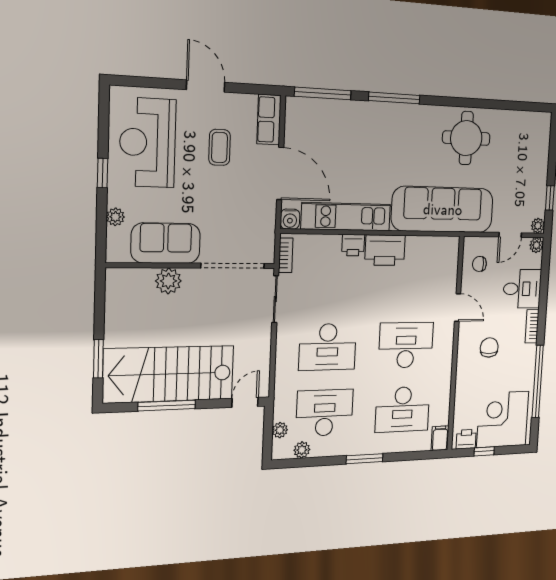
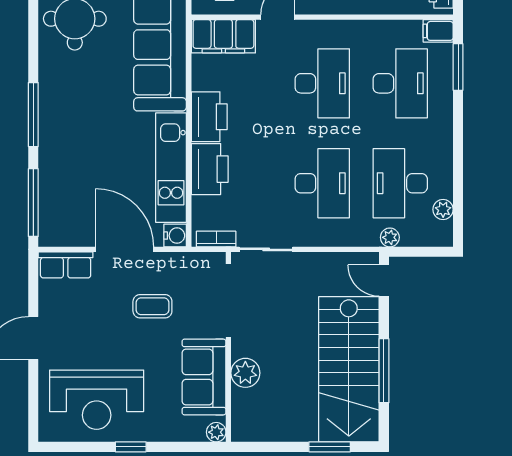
coffee table: (220, 147) -> (152, 306), moved
door: (280, 174) -> (124, 249), hinge flipped
plant: (115, 217) -> (216, 432), moved
printer: (353, 245) -> (210, 169), width x1.87, depth x1.48
filing cabinet: (446, 263) -> (223, 36), added
desk: (406, 345) -> (322, 83), turned 180
plant: (280, 430) -> (390, 237), moved
window: (365, 459) -> (458, 67), moved

